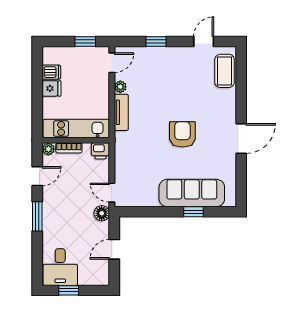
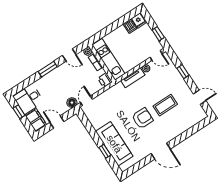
coffee table: (225, 71) -> (165, 105), moved
fridge: (51, 88) -> (139, 21), moved
filing cabinet: (94, 275) -> (36, 120), added

